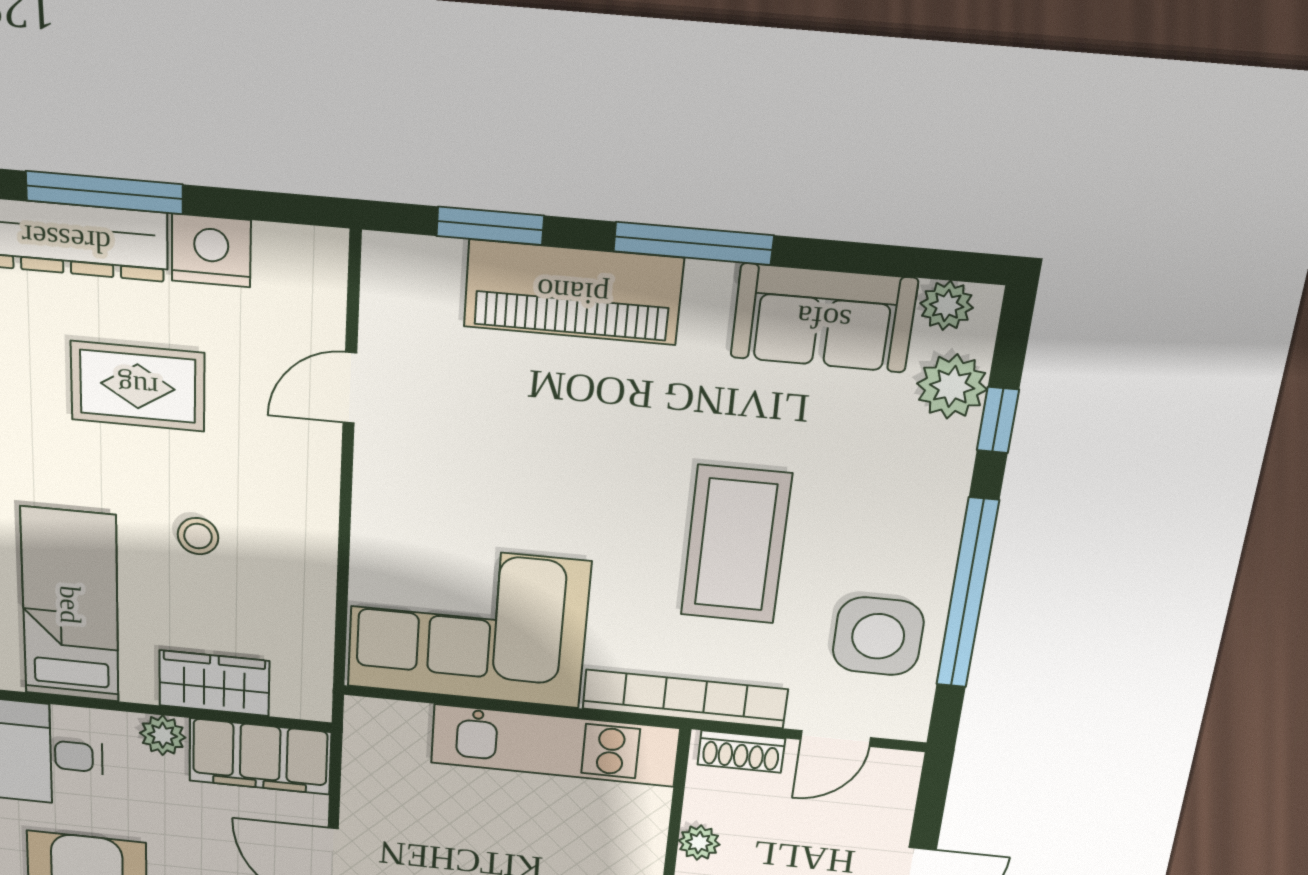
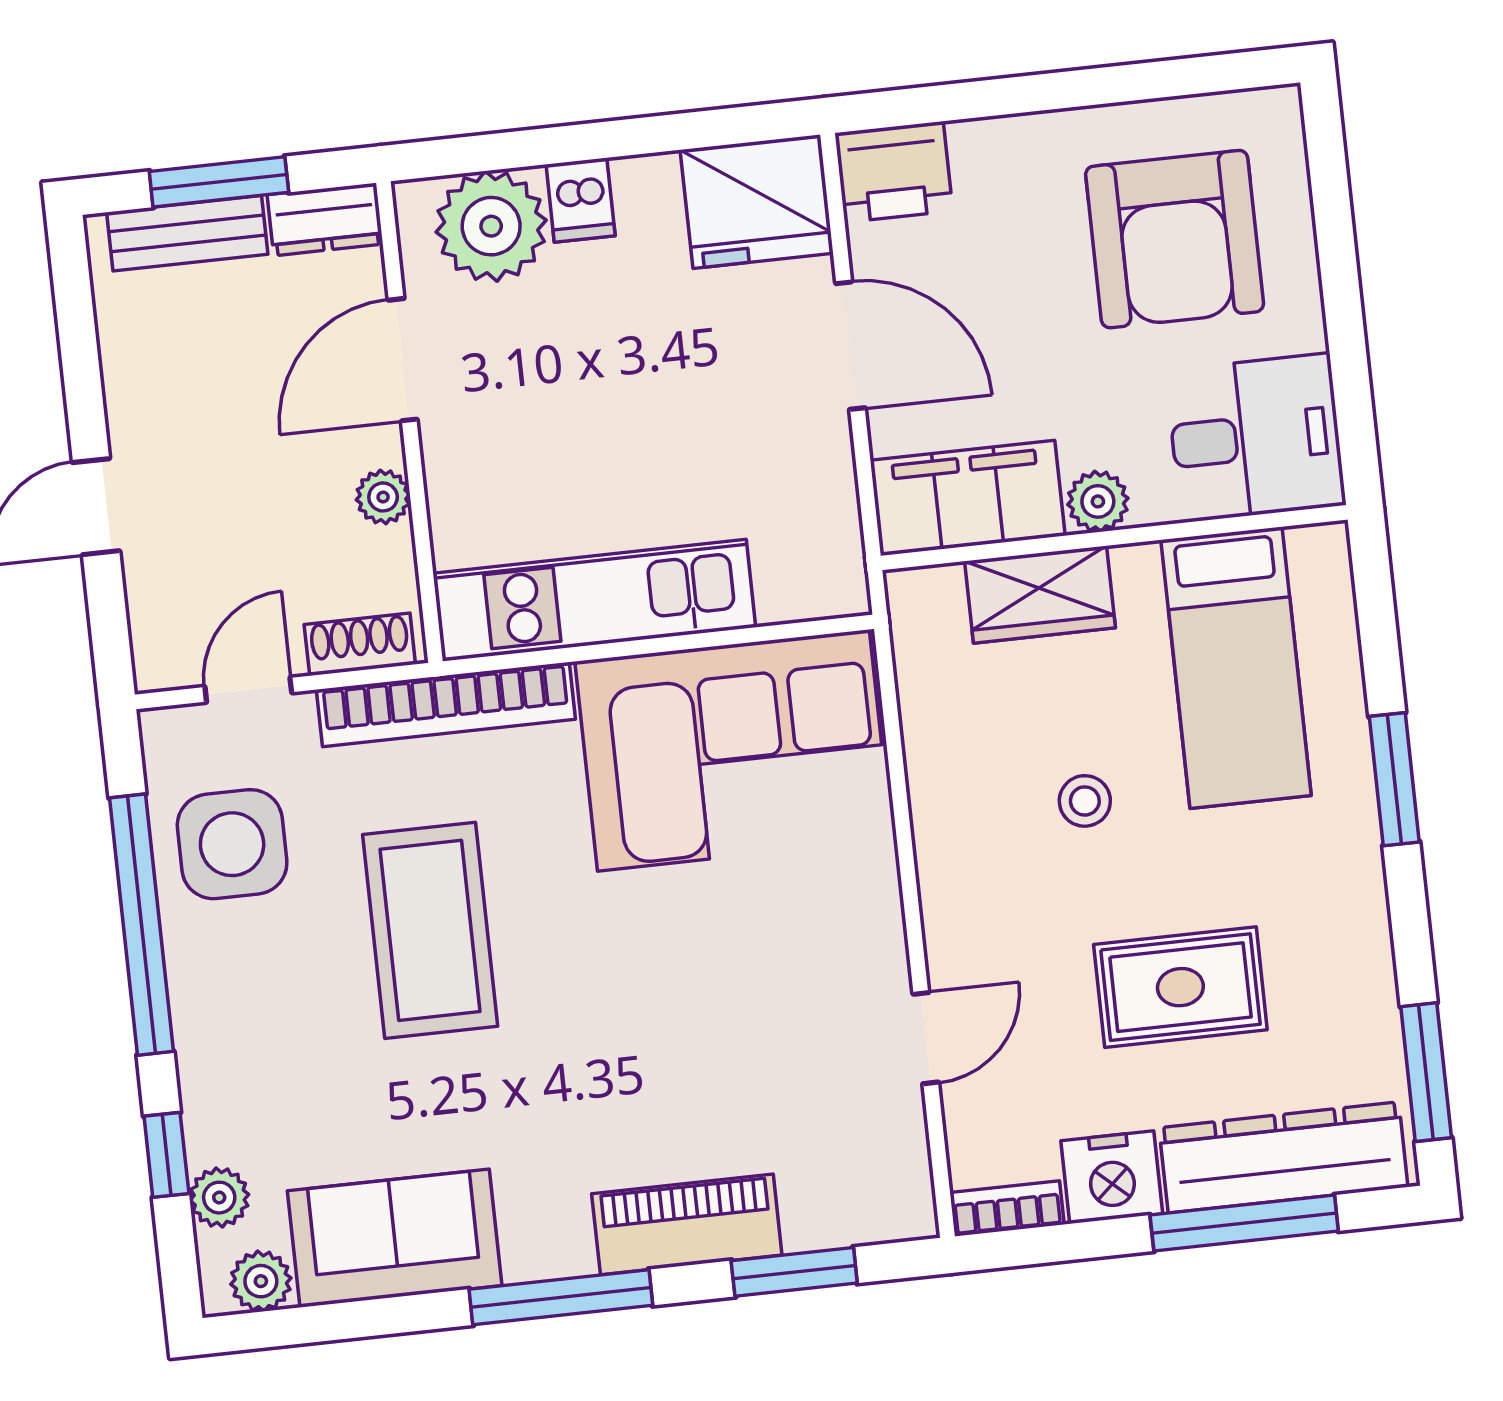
bookcase: (302, 242) -> (1007, 1208), added
piano: (573, 292) -> (687, 1224), width x0.73, depth x0.75
plant: (952, 386) -> (219, 1198), width x0.73, depth x0.73

